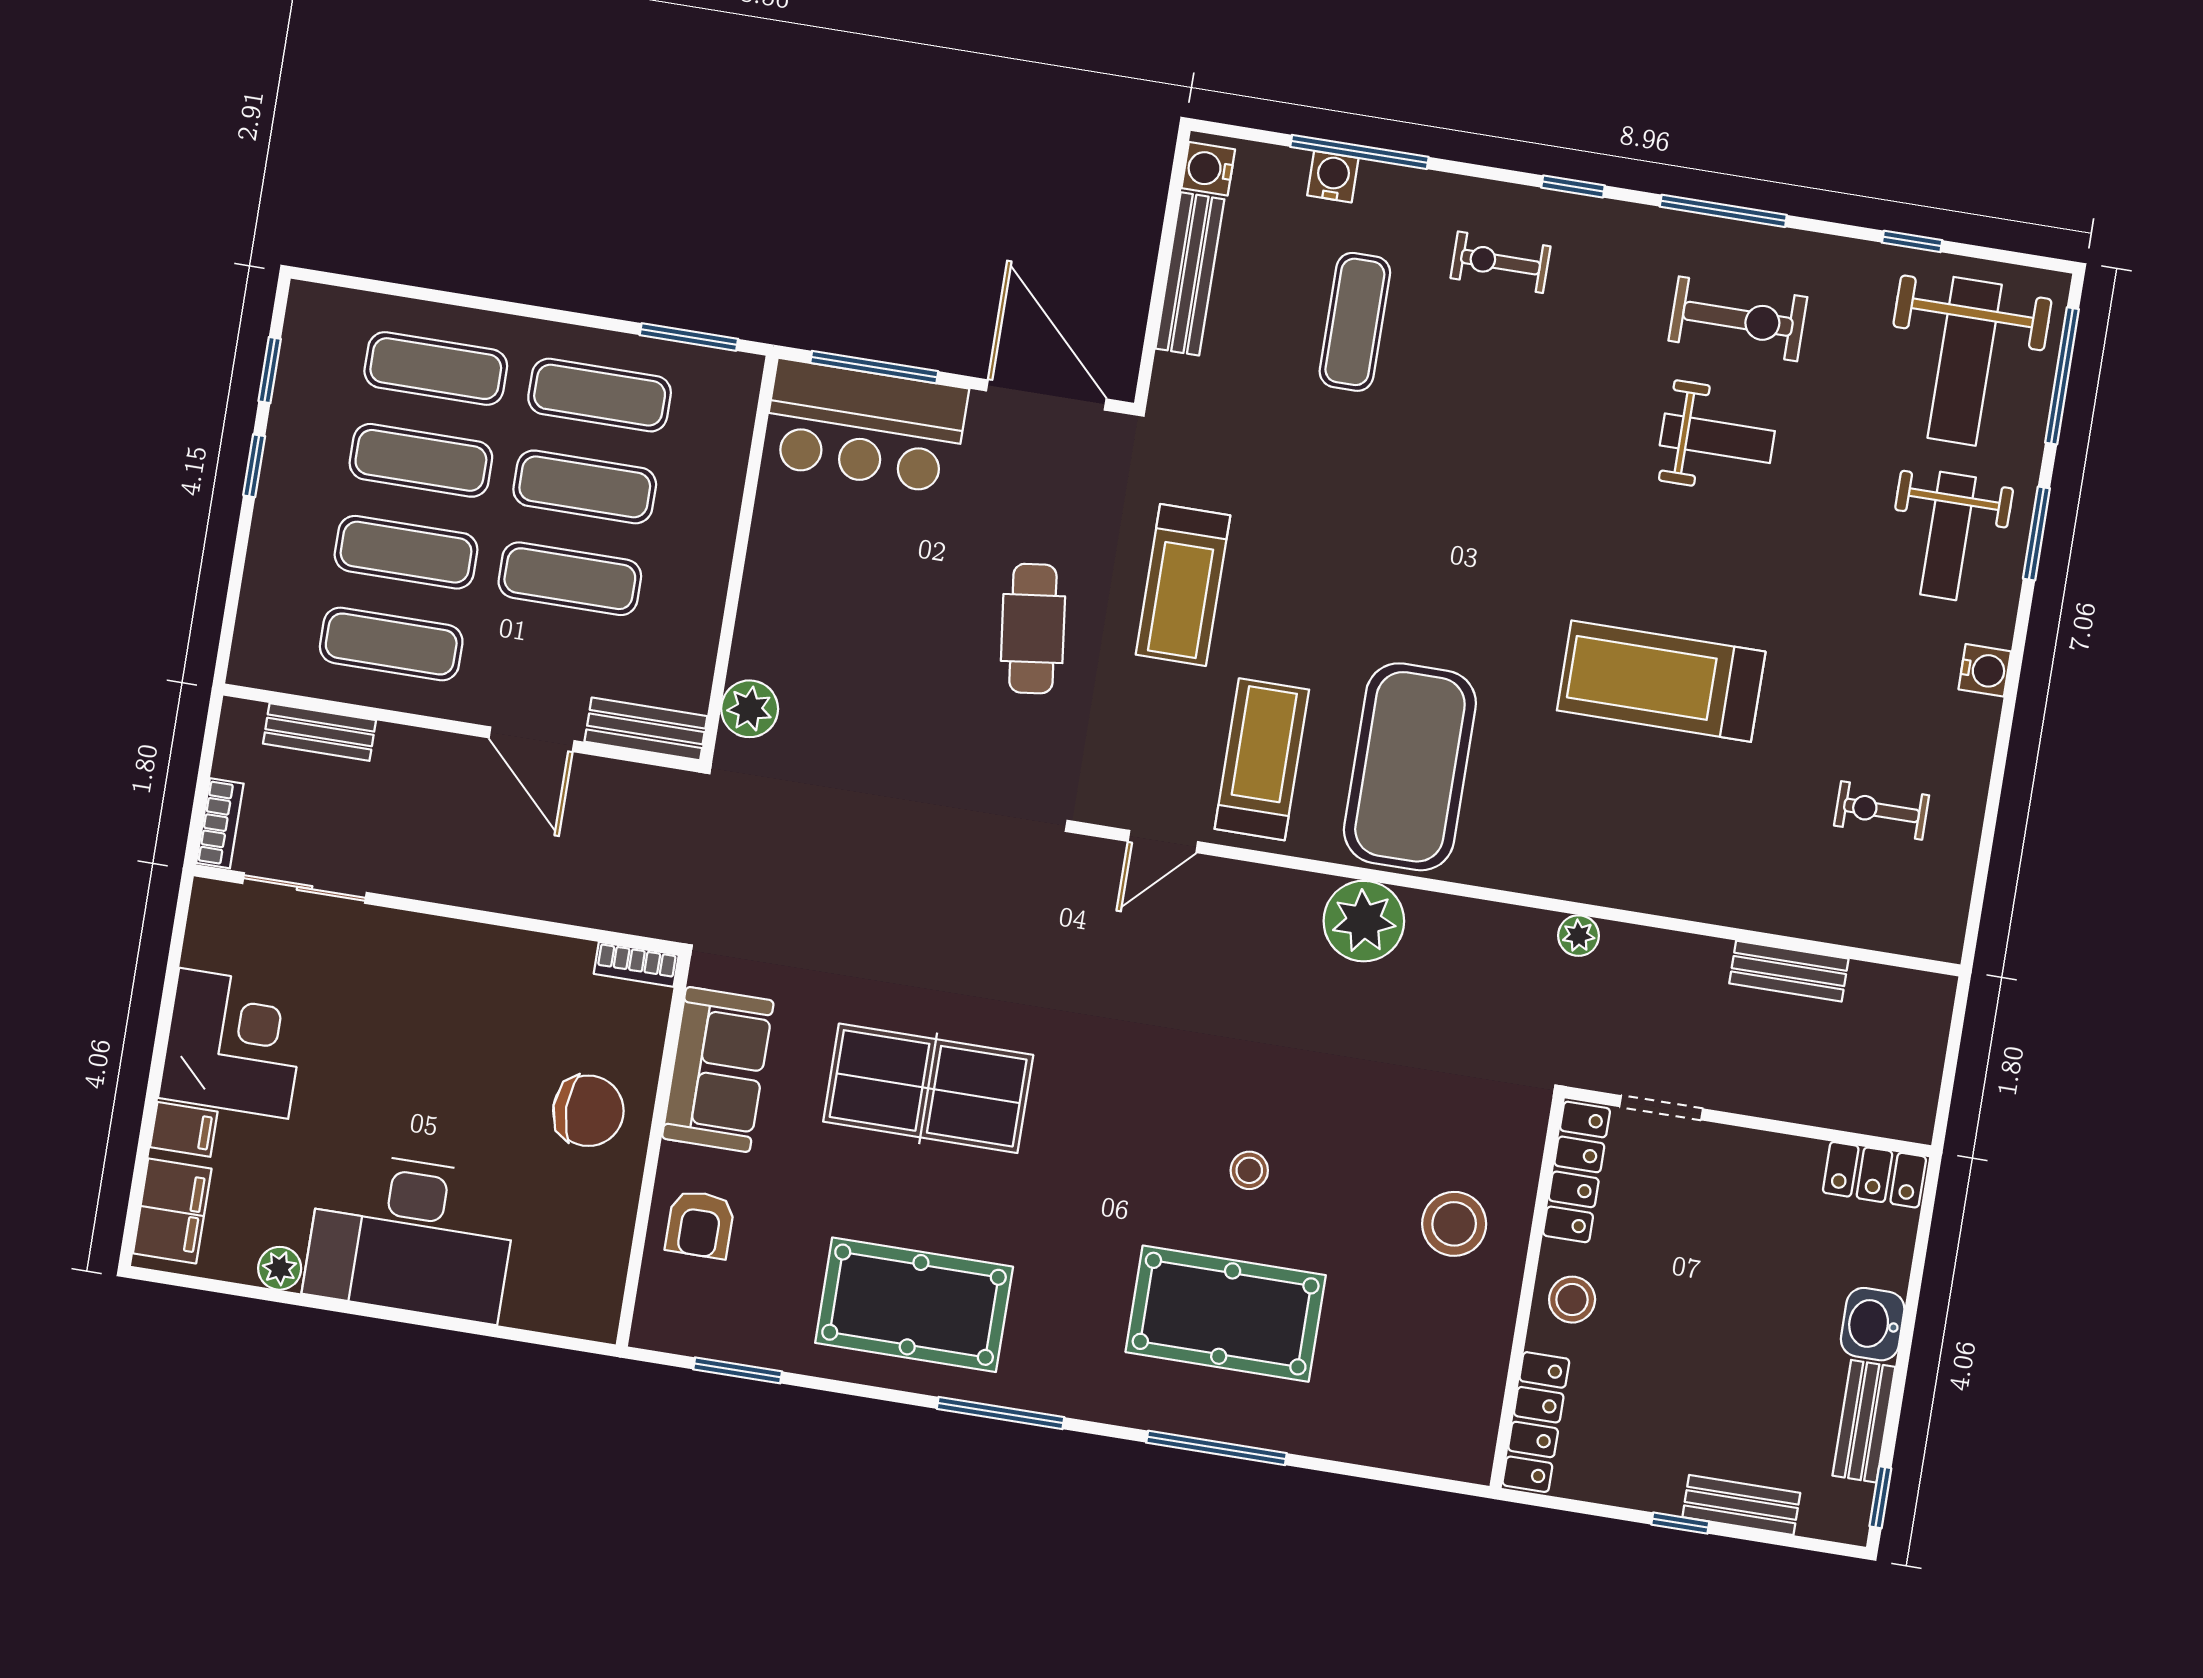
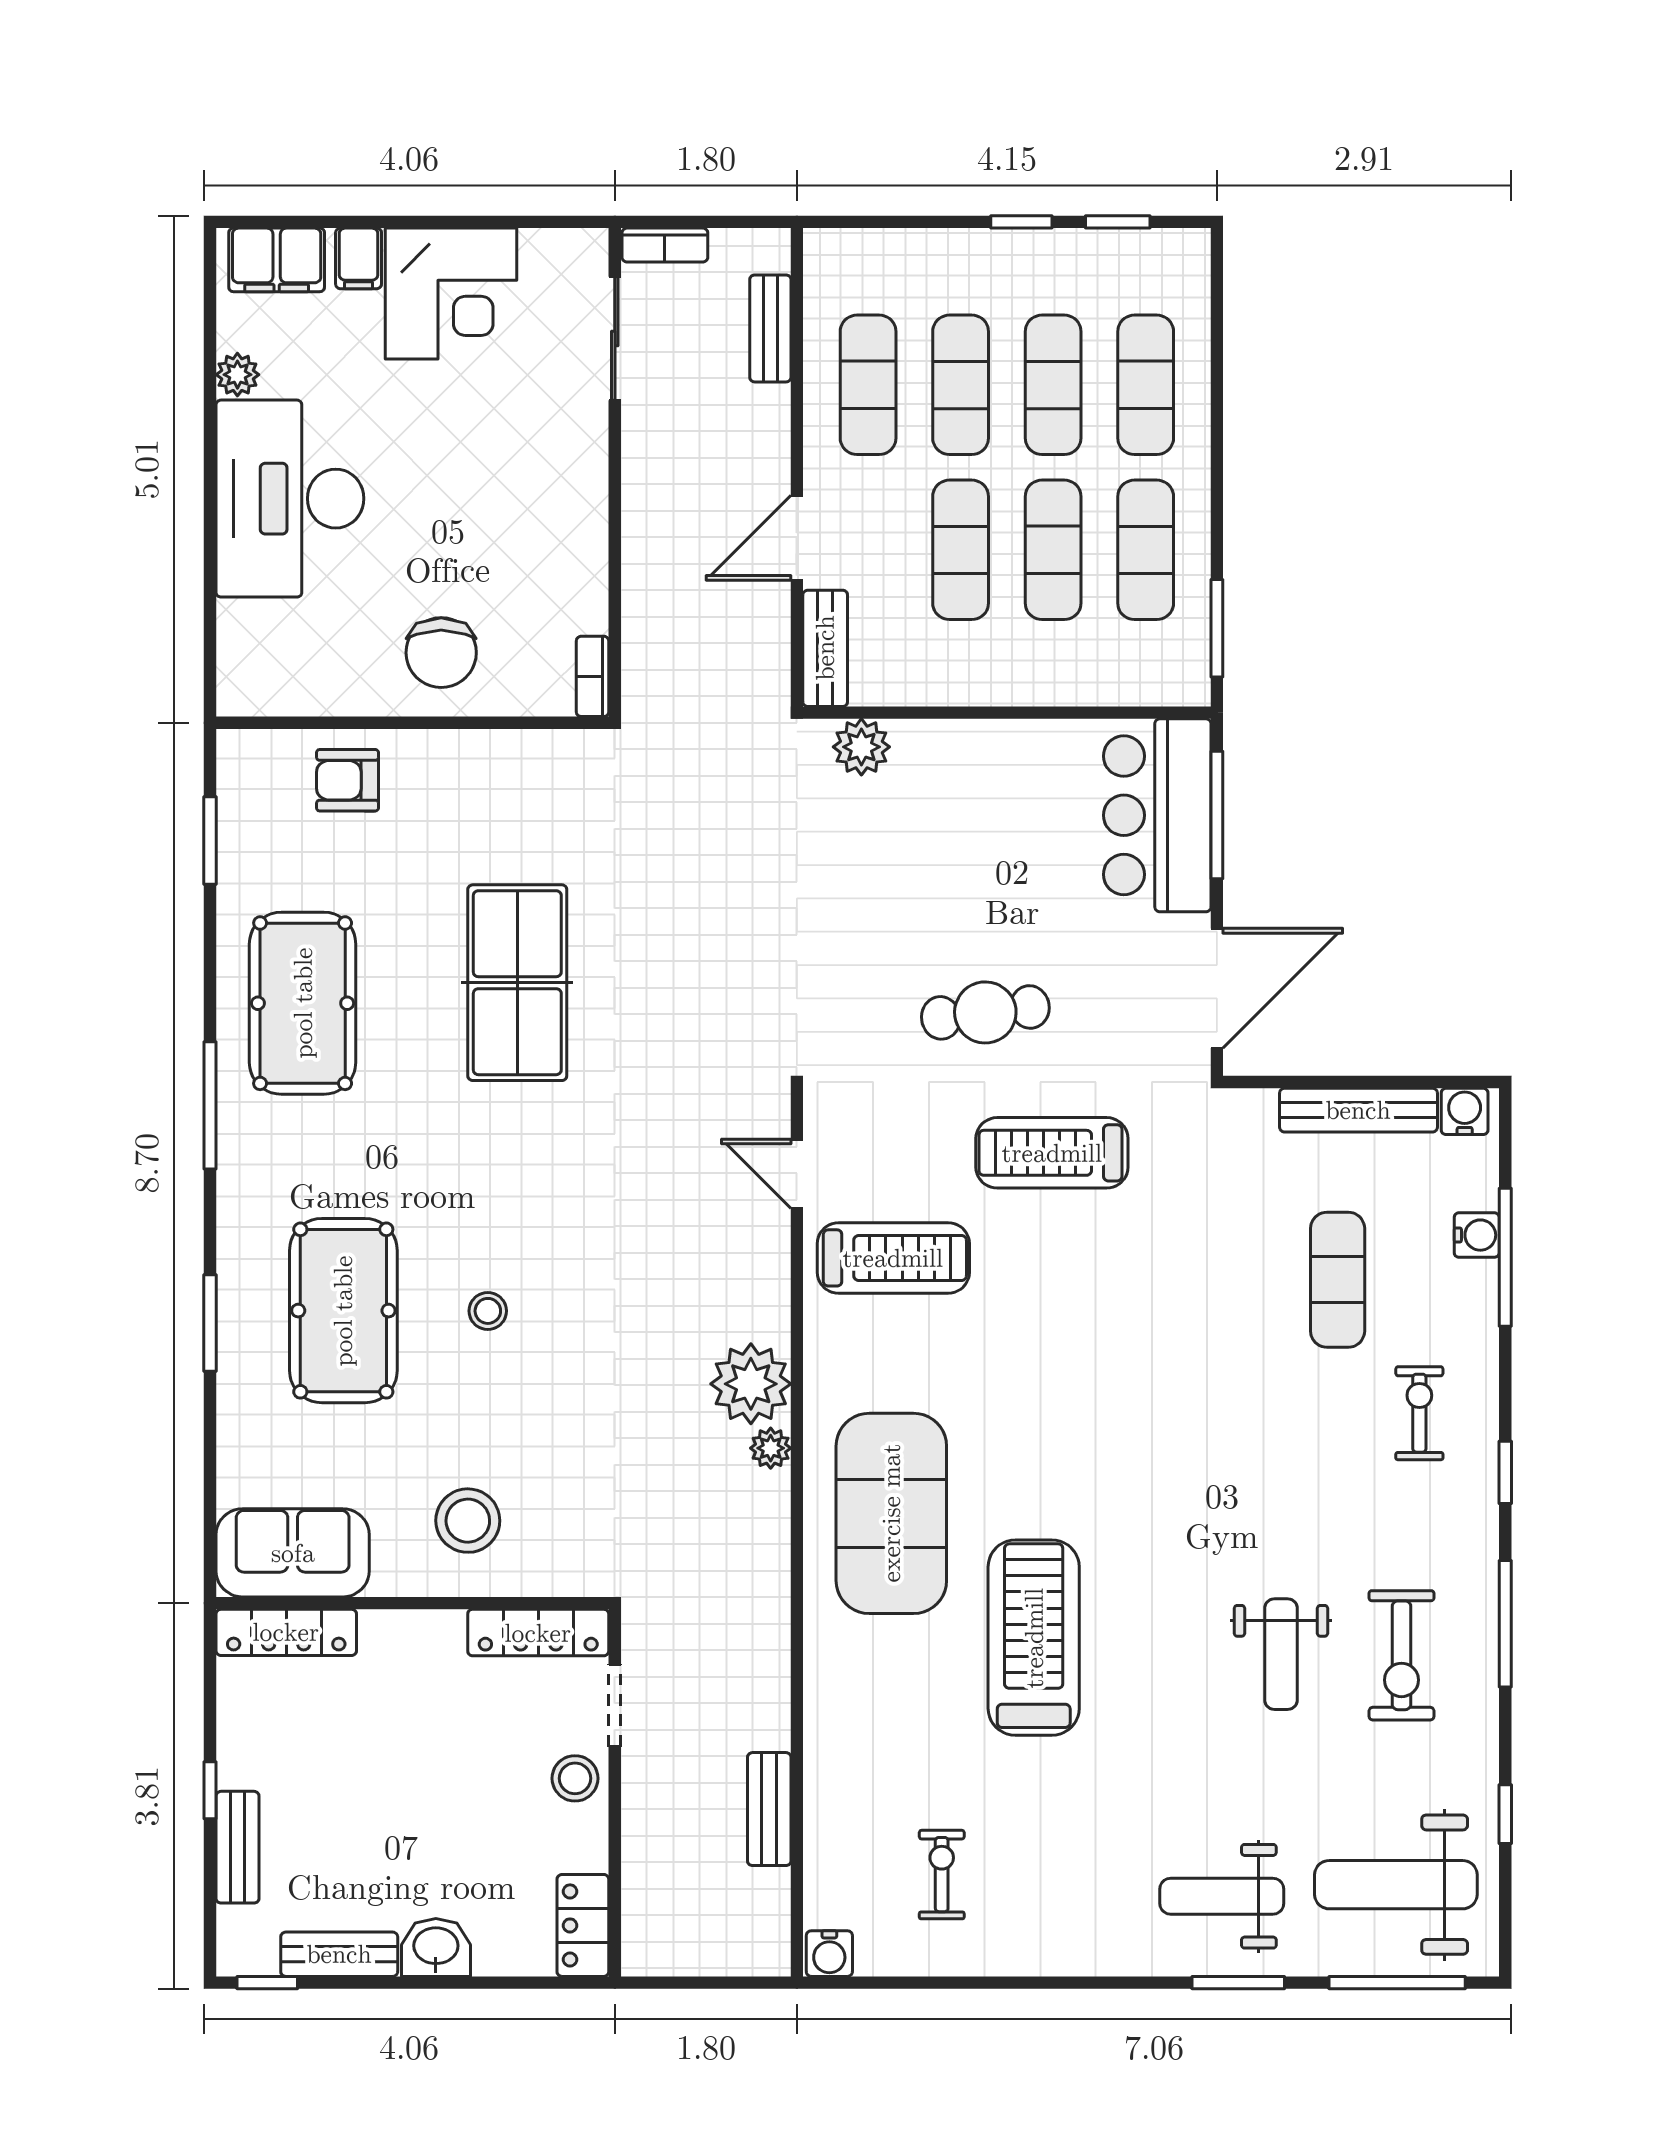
exercise mat: (1355, 322) -> (1338, 1280), turned 90
water cooler: (1985, 670) -> (829, 1954), moved
exercise mat: (1410, 767) -> (891, 1513), moved, turned 90
plant: (1579, 936) -> (771, 1448), moved
sofa: (718, 1070) -> (293, 1553), moved, turned 180
stool: (1572, 1300) -> (575, 1778), moved
window: (1217, 1448) -> (210, 1323), width x0.69

